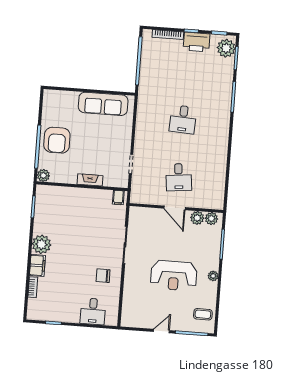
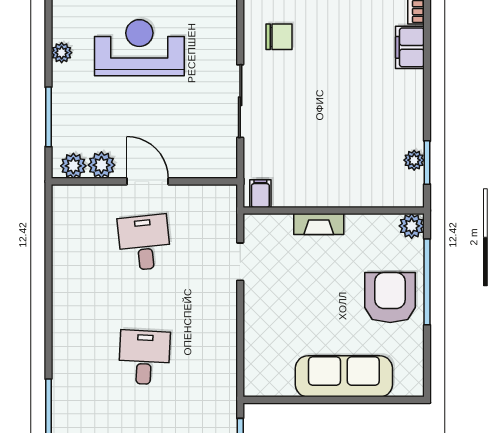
sofa: (103, 104) -> (344, 376), moved
plant: (41, 244) -> (414, 160), moved, width x0.53, depth x0.53

